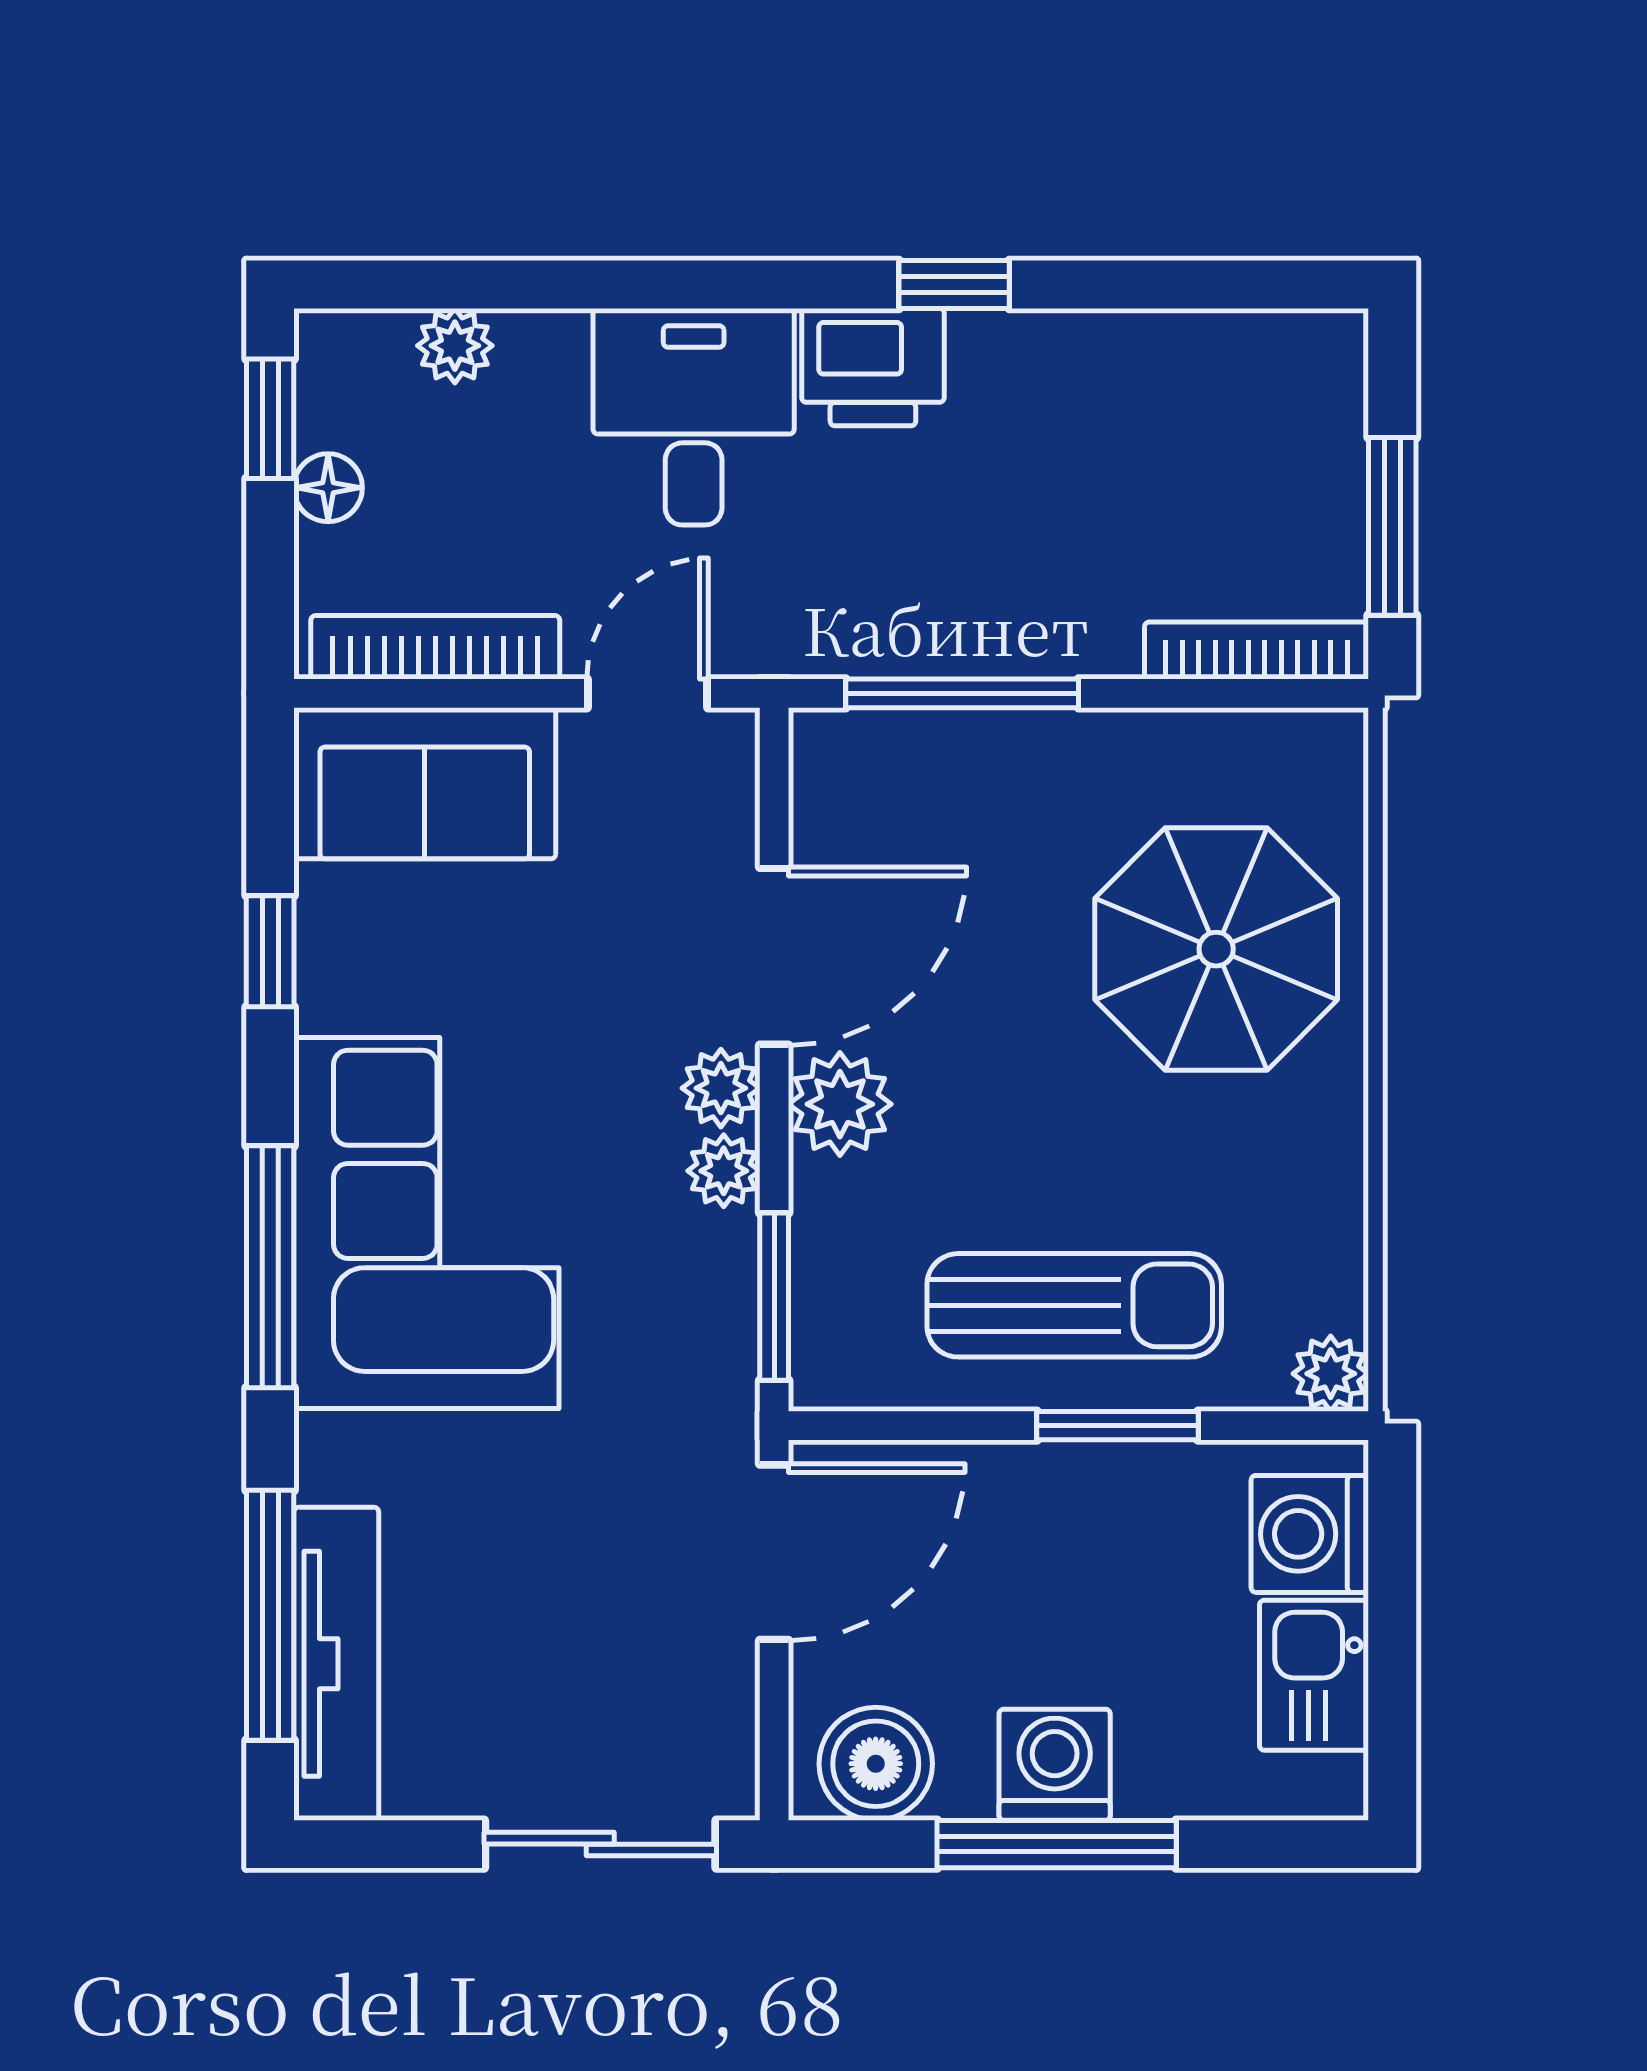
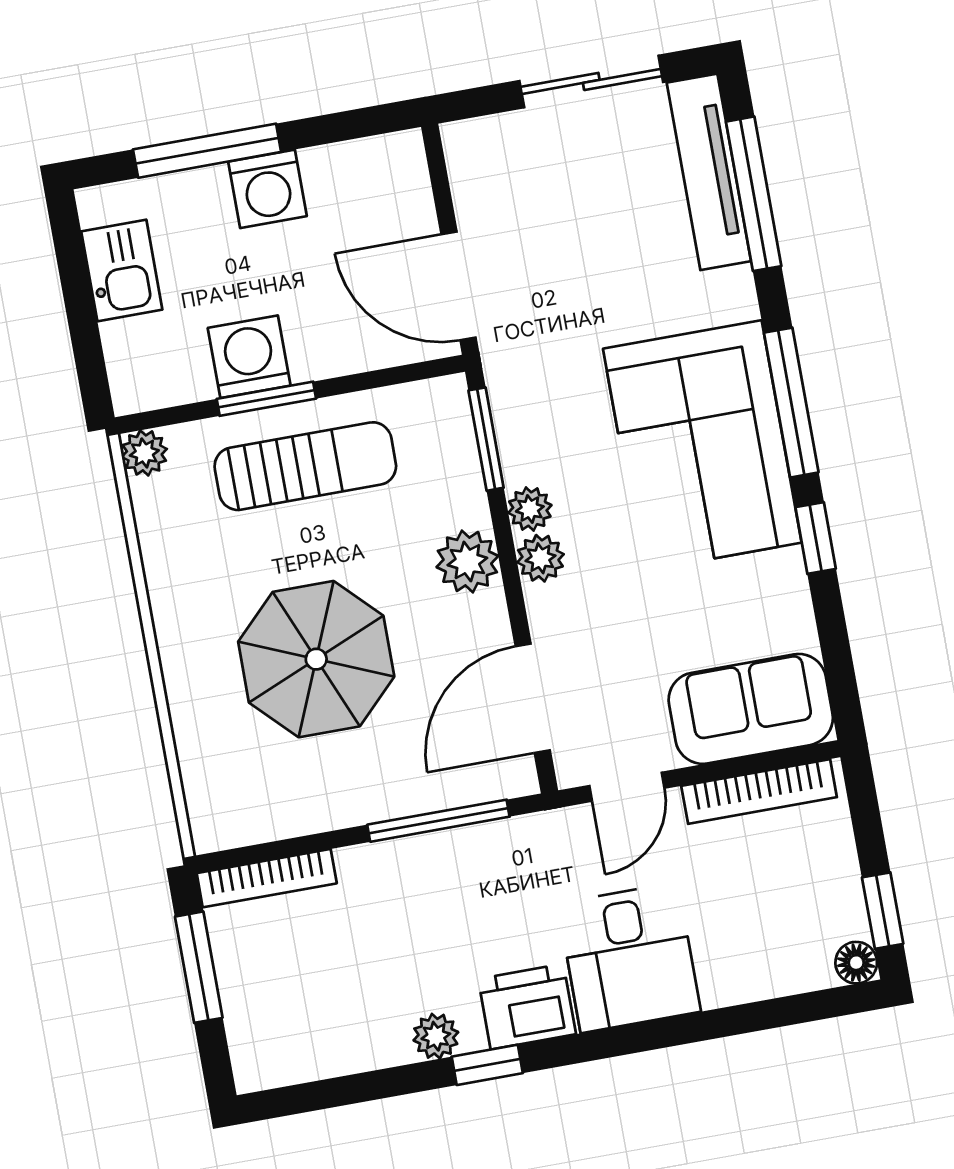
plant: (455, 346) -> (436, 1036), moved
floor lamp: (328, 488) -> (856, 963), moved
parasol: (1216, 949) -> (316, 659), moved
window: (270, 951) -> (816, 538), moved
door: (774, 956) -> (533, 698), moved
sun lounger: (1074, 1305) -> (305, 466), turned 180
washing machine: (1310, 1534) -> (249, 357), moved, turned -90
door: (774, 1552) -> (459, 286), hinge flipped
boiler: (876, 1764) -> (375, 170), removed
sliding door: (600, 1844) -> (591, 81), moved
window: (1057, 1844) -> (207, 151), moved

